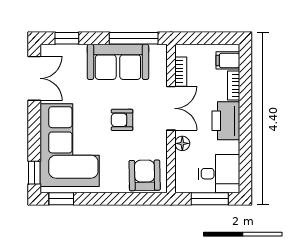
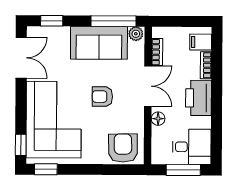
plant: (158, 52) -> (136, 34), added

